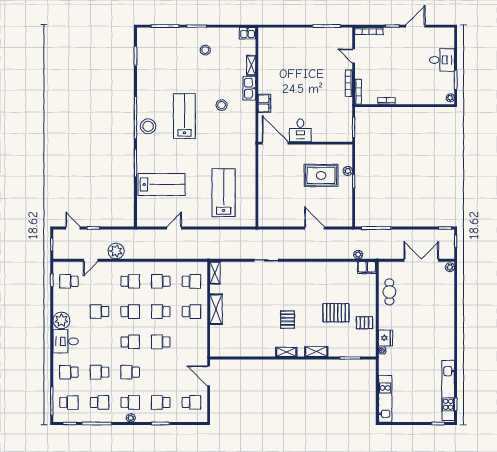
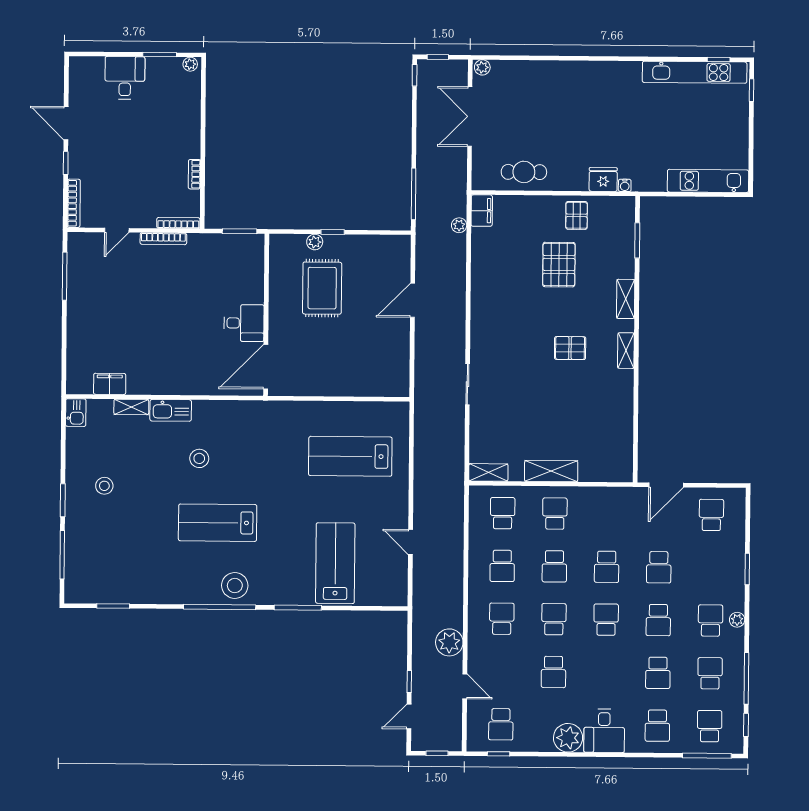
filing cabinet: (264, 103) -> (110, 384), moved
school desk: (161, 402) -> (659, 567), moved

